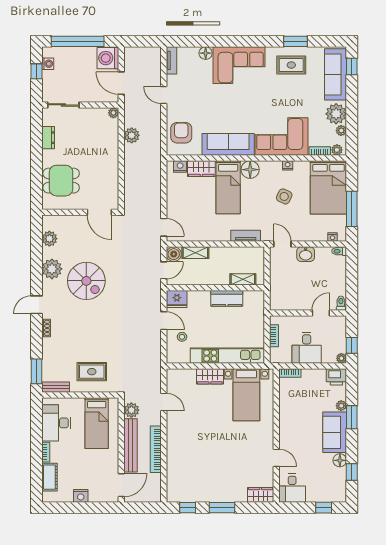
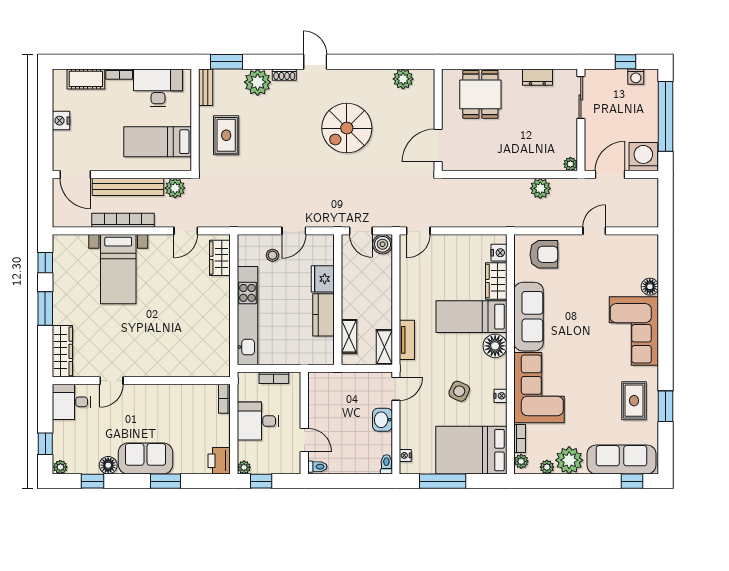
tv unit: (172, 60) -> (640, 241), removed
shelving: (195, 253) -> (384, 347), moved
plant: (52, 269) -> (258, 82), moved
fridge: (177, 299) -> (323, 279), moved
wardrobe: (210, 376) -> (220, 258), moved
bed with nightstands: (246, 395) -> (118, 269), moved, turned -90
plant: (341, 406) -> (60, 467), moved
wardrobe: (261, 495) -> (62, 351), width x1.50

